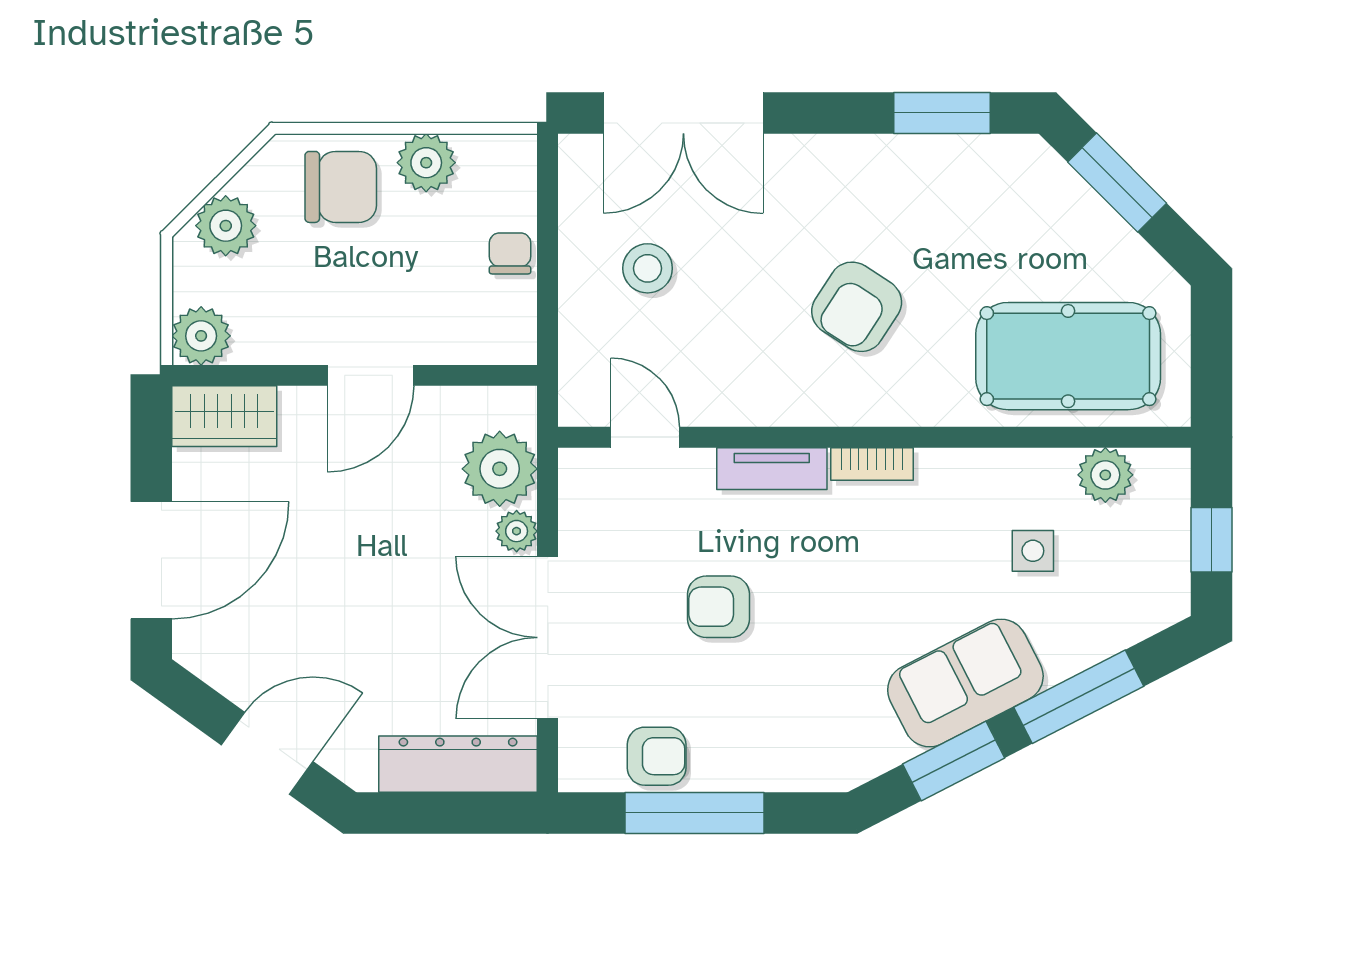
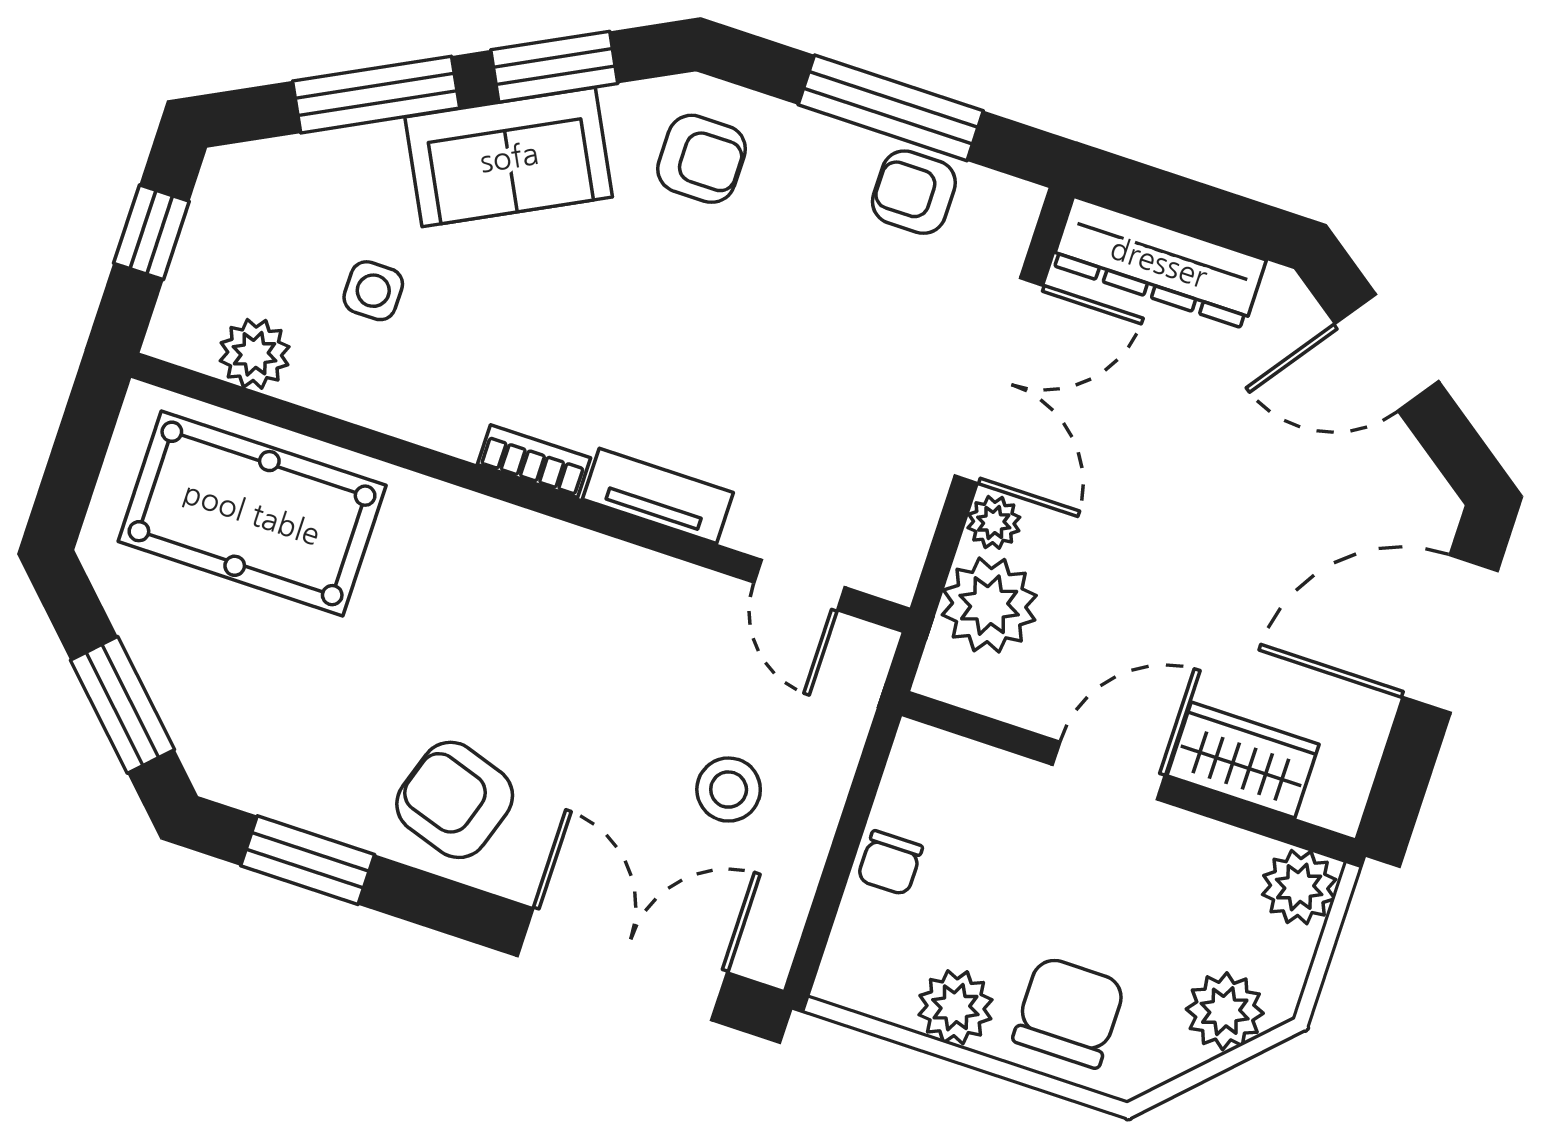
chair: (341, 187) -> (1069, 1012), turned 90
armchair: (857, 307) -> (455, 800), moved, turned -105
wardrobe: (224, 416) -> (1243, 760), moved
armchair: (719, 607) -> (702, 159), moved

